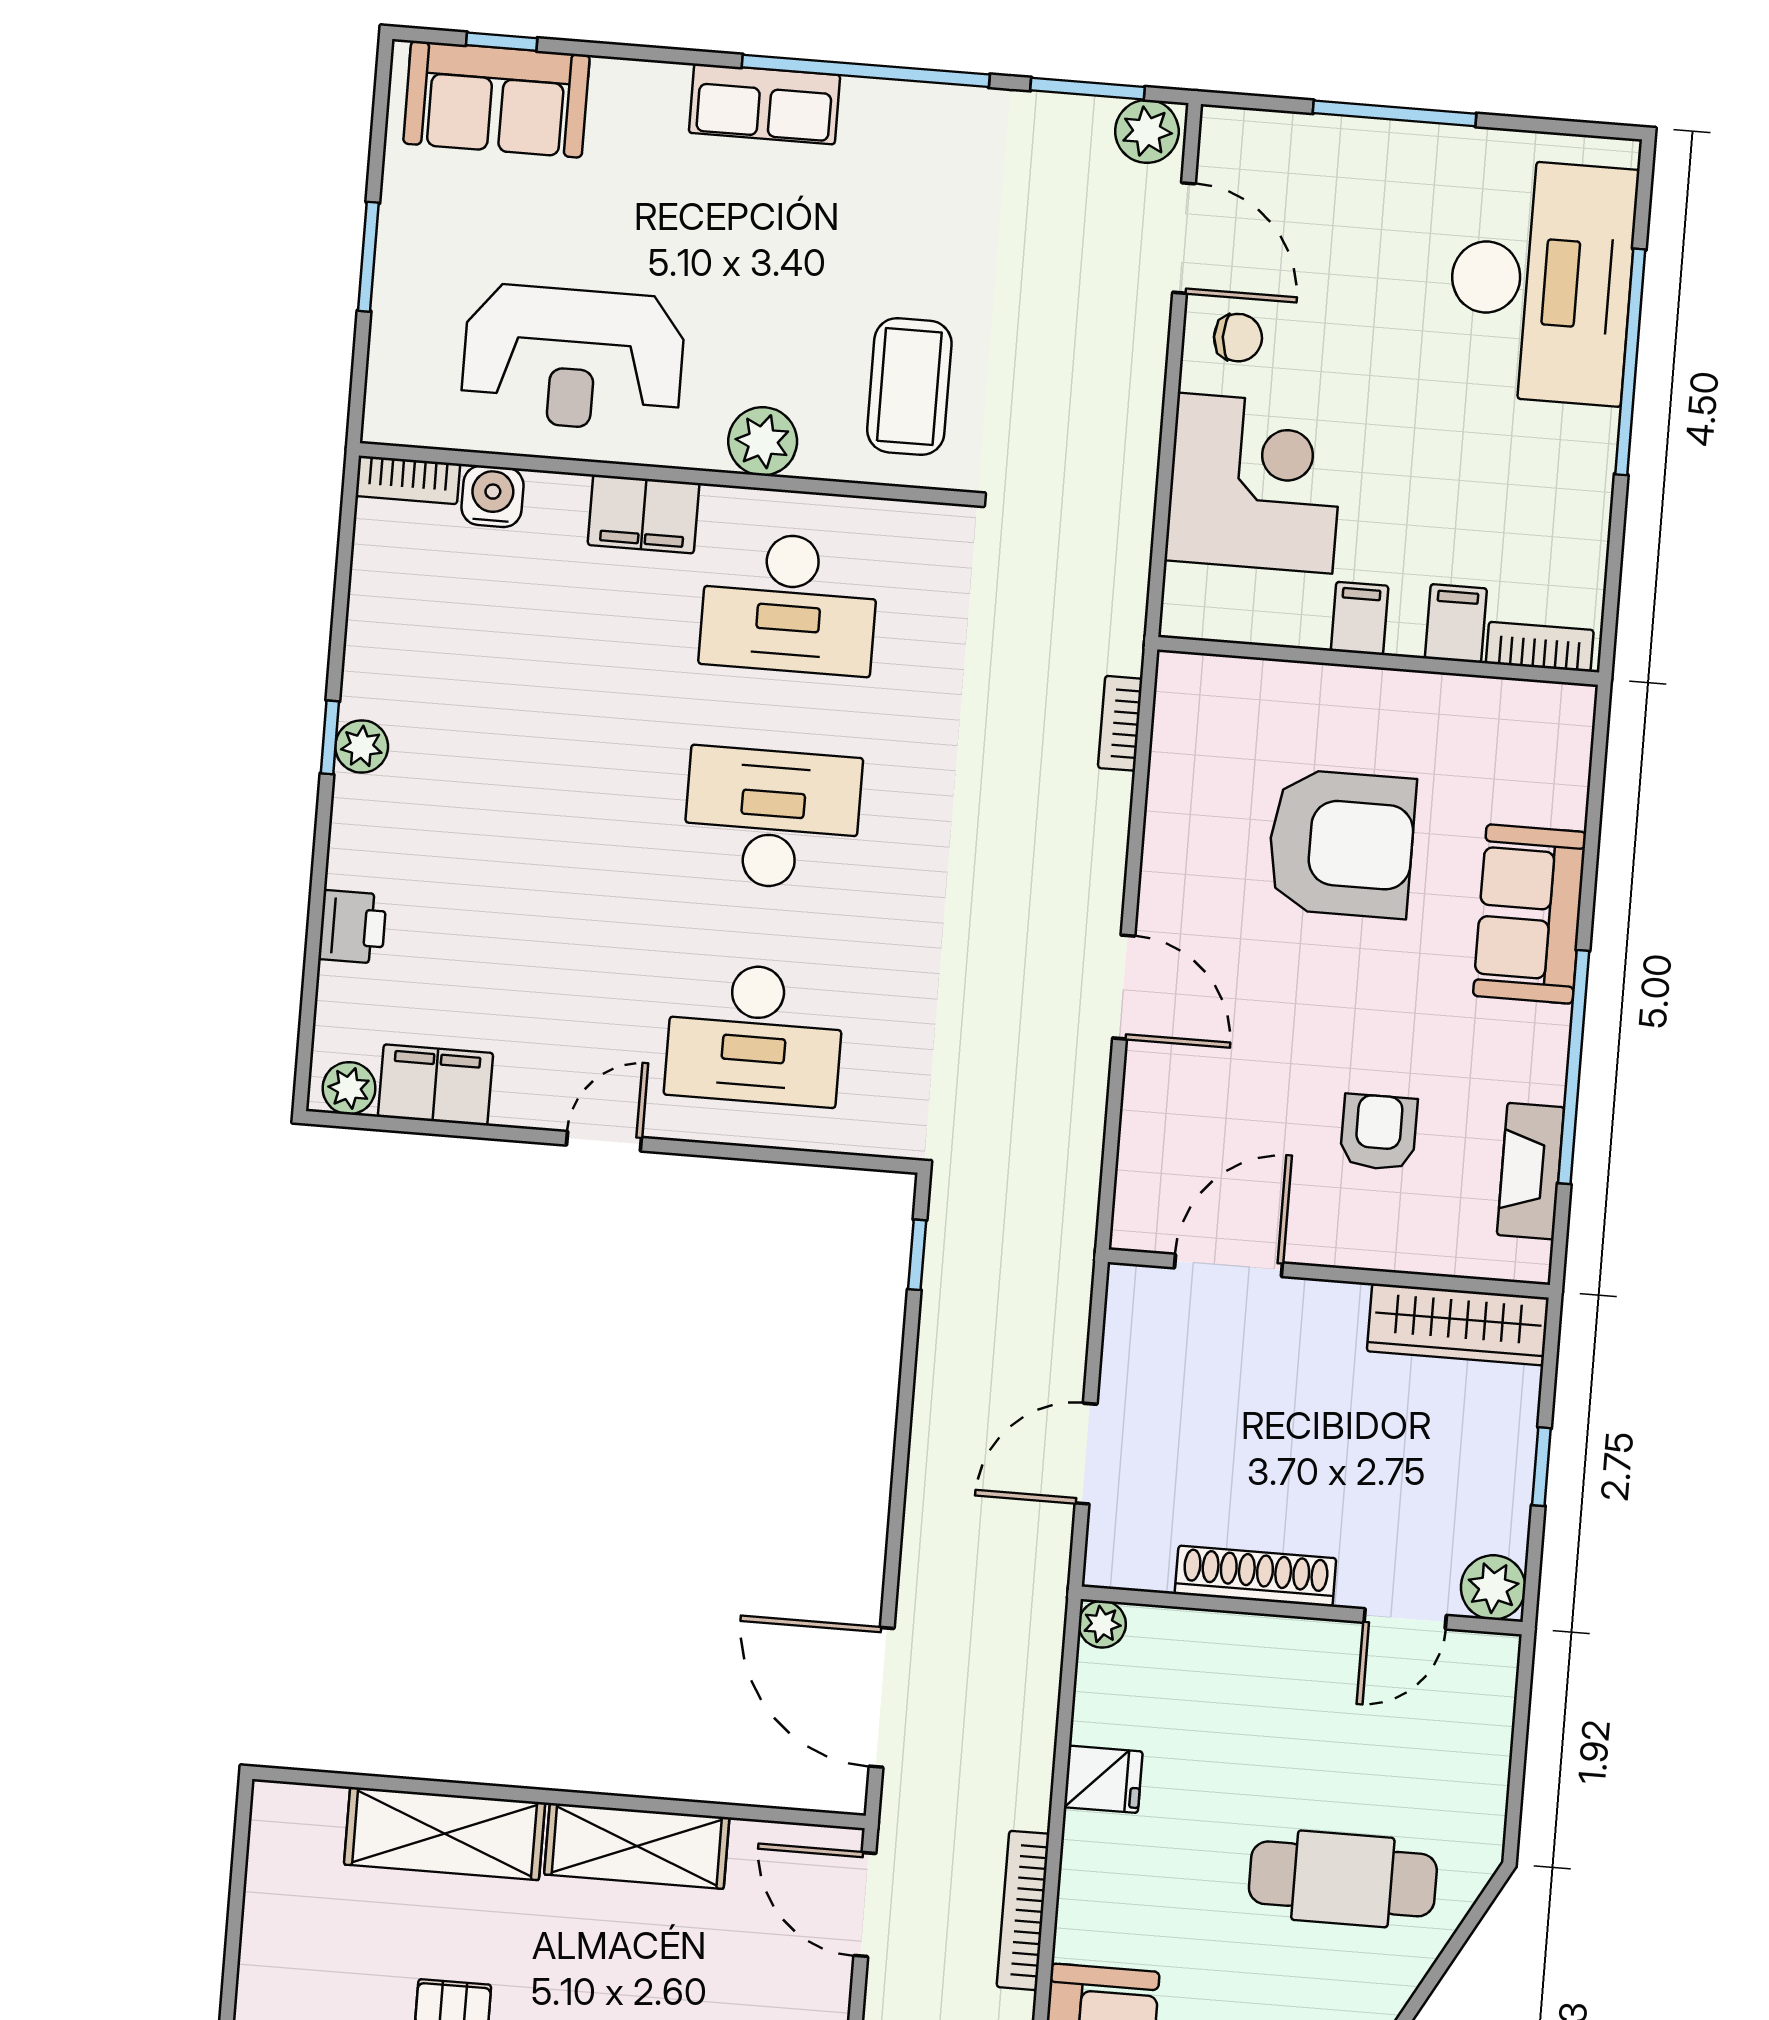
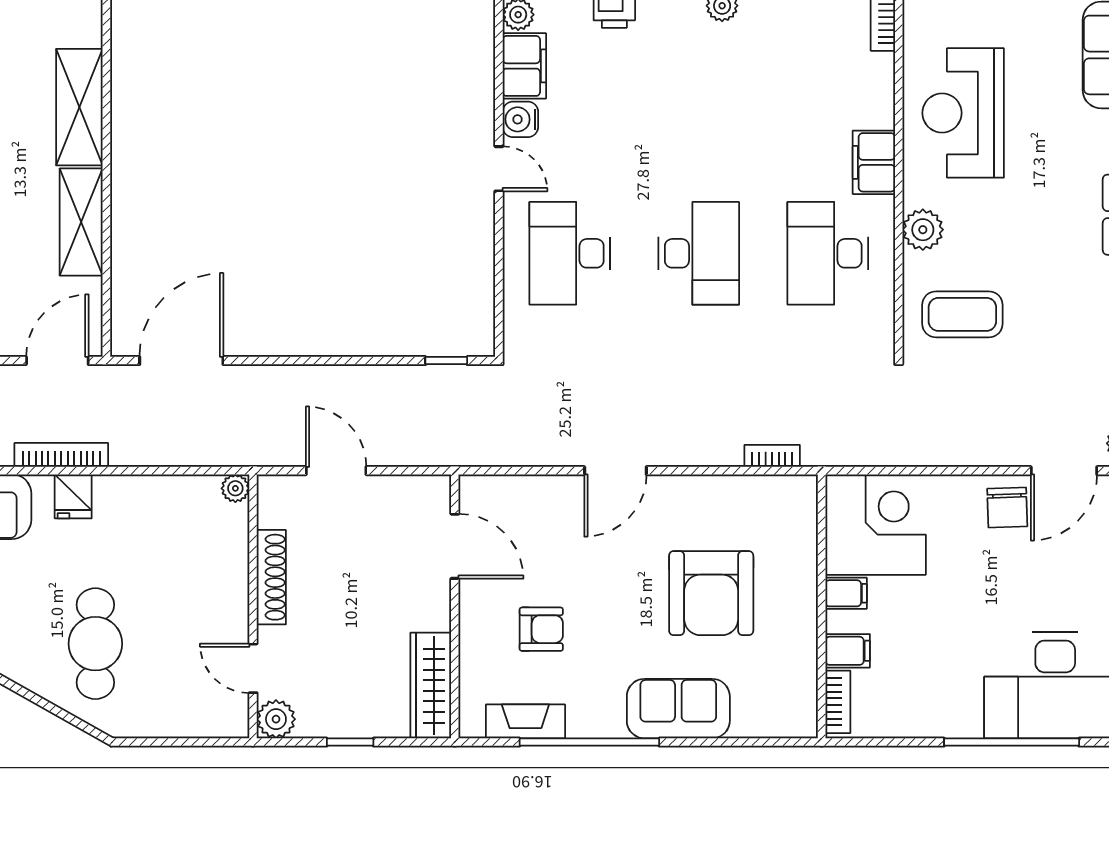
chair: (1238, 338) -> (1007, 507), width x1.37, depth x1.37
corner desk: (1255, 483) -> (876, 525), moved, turned -90
water cooler: (492, 496) -> (520, 119), moved, turned 180
fridge: (1103, 1779) -> (73, 496), moved

